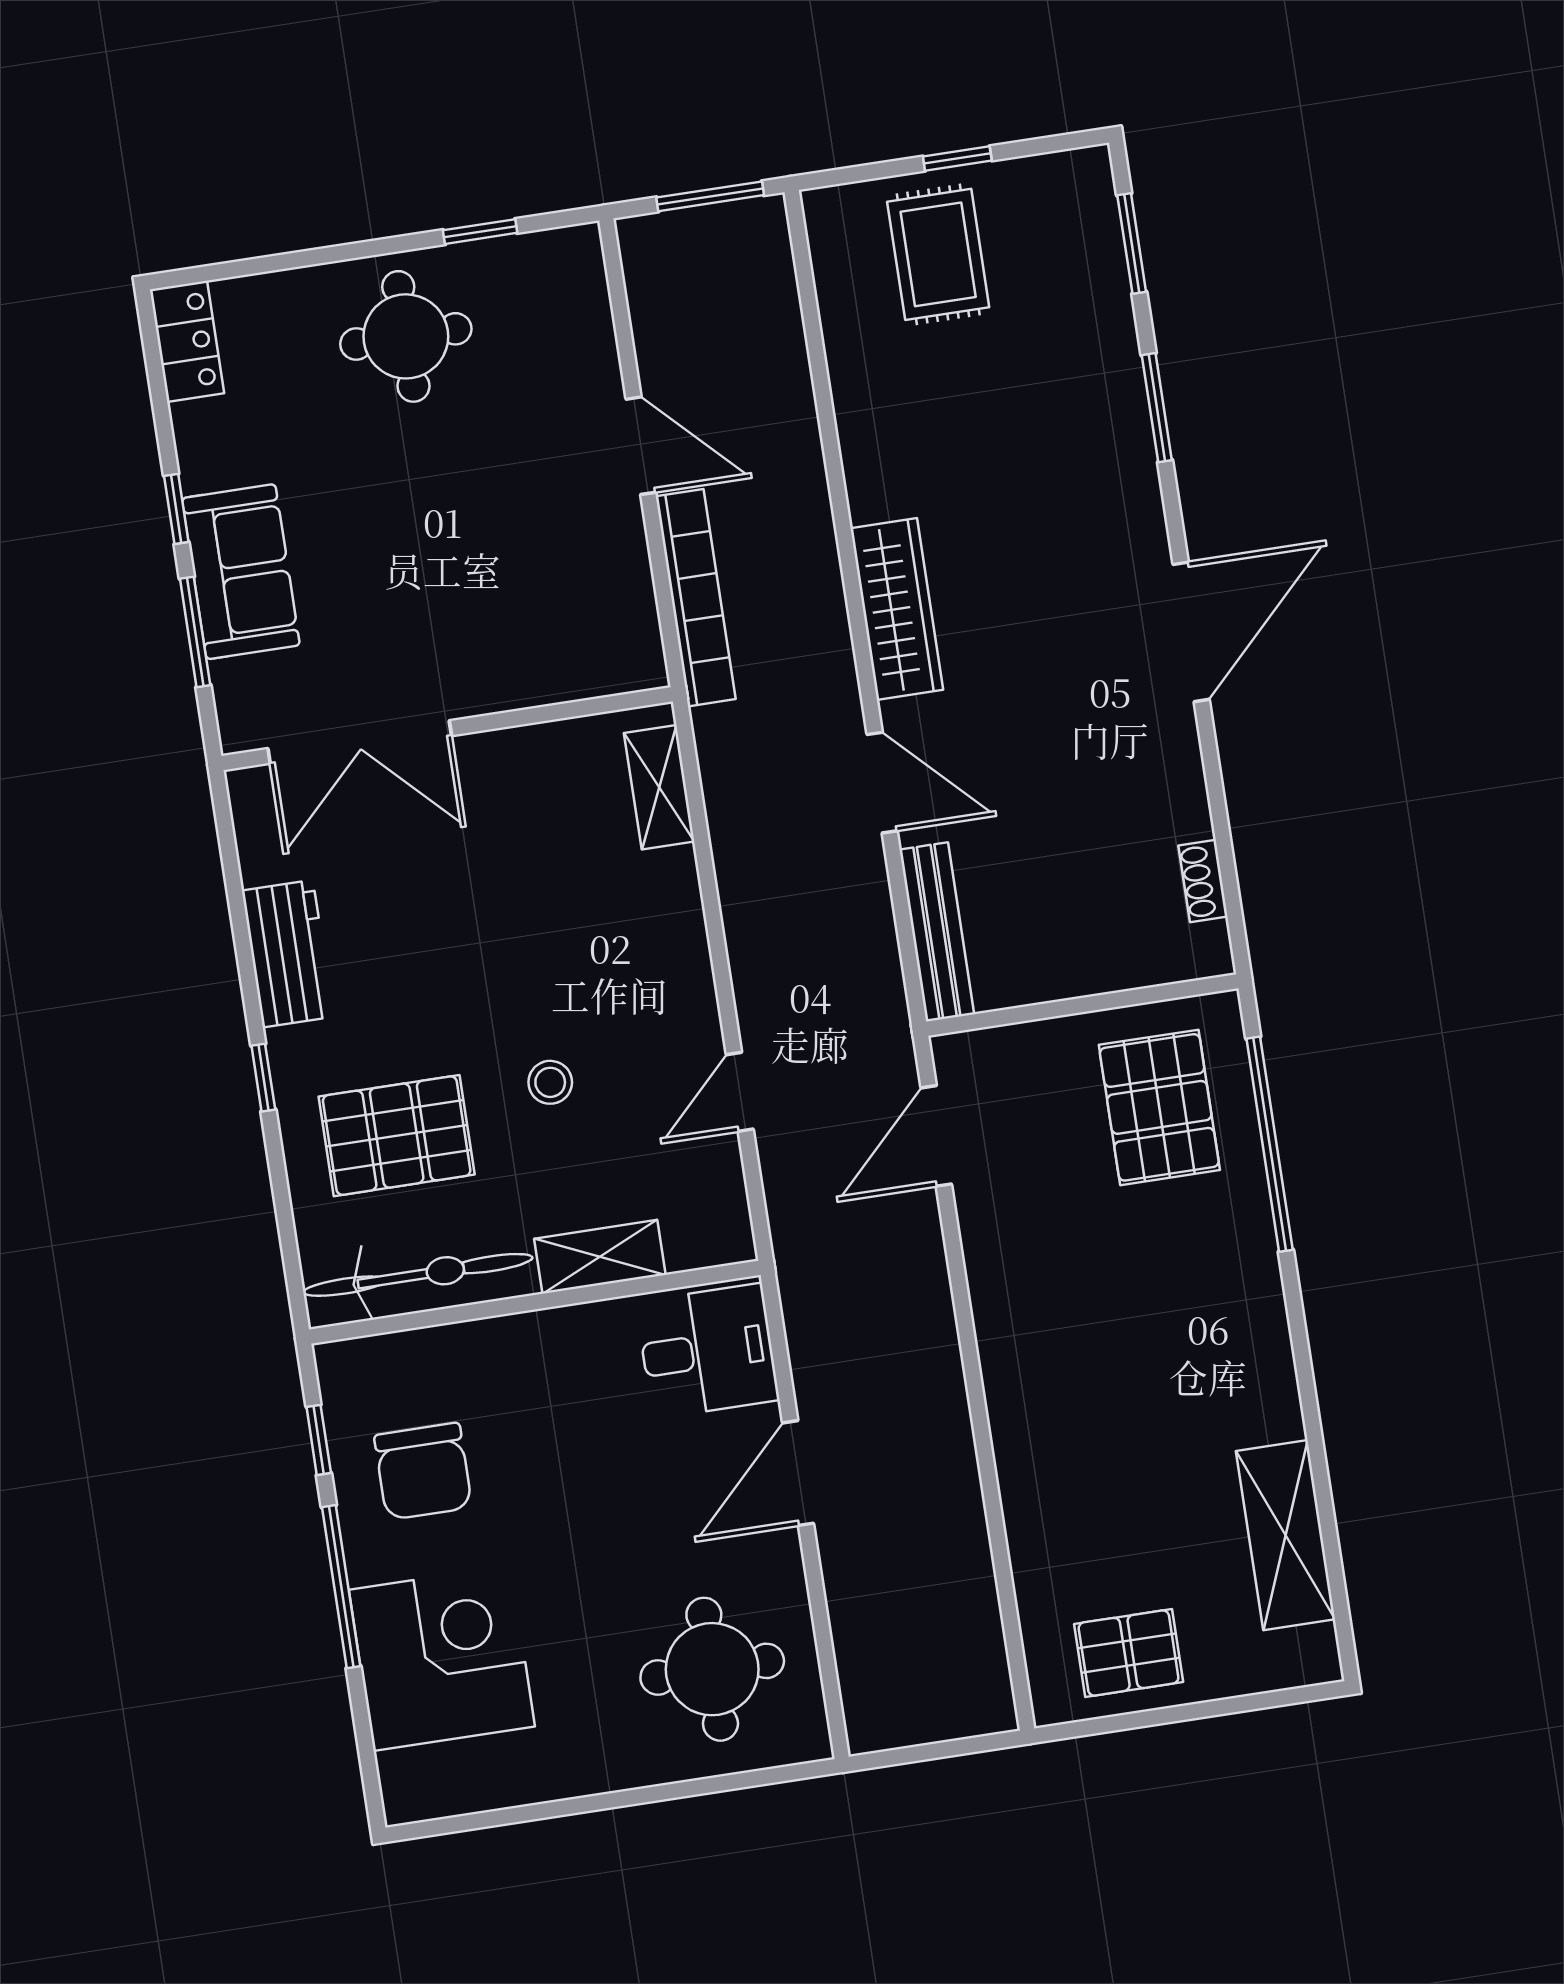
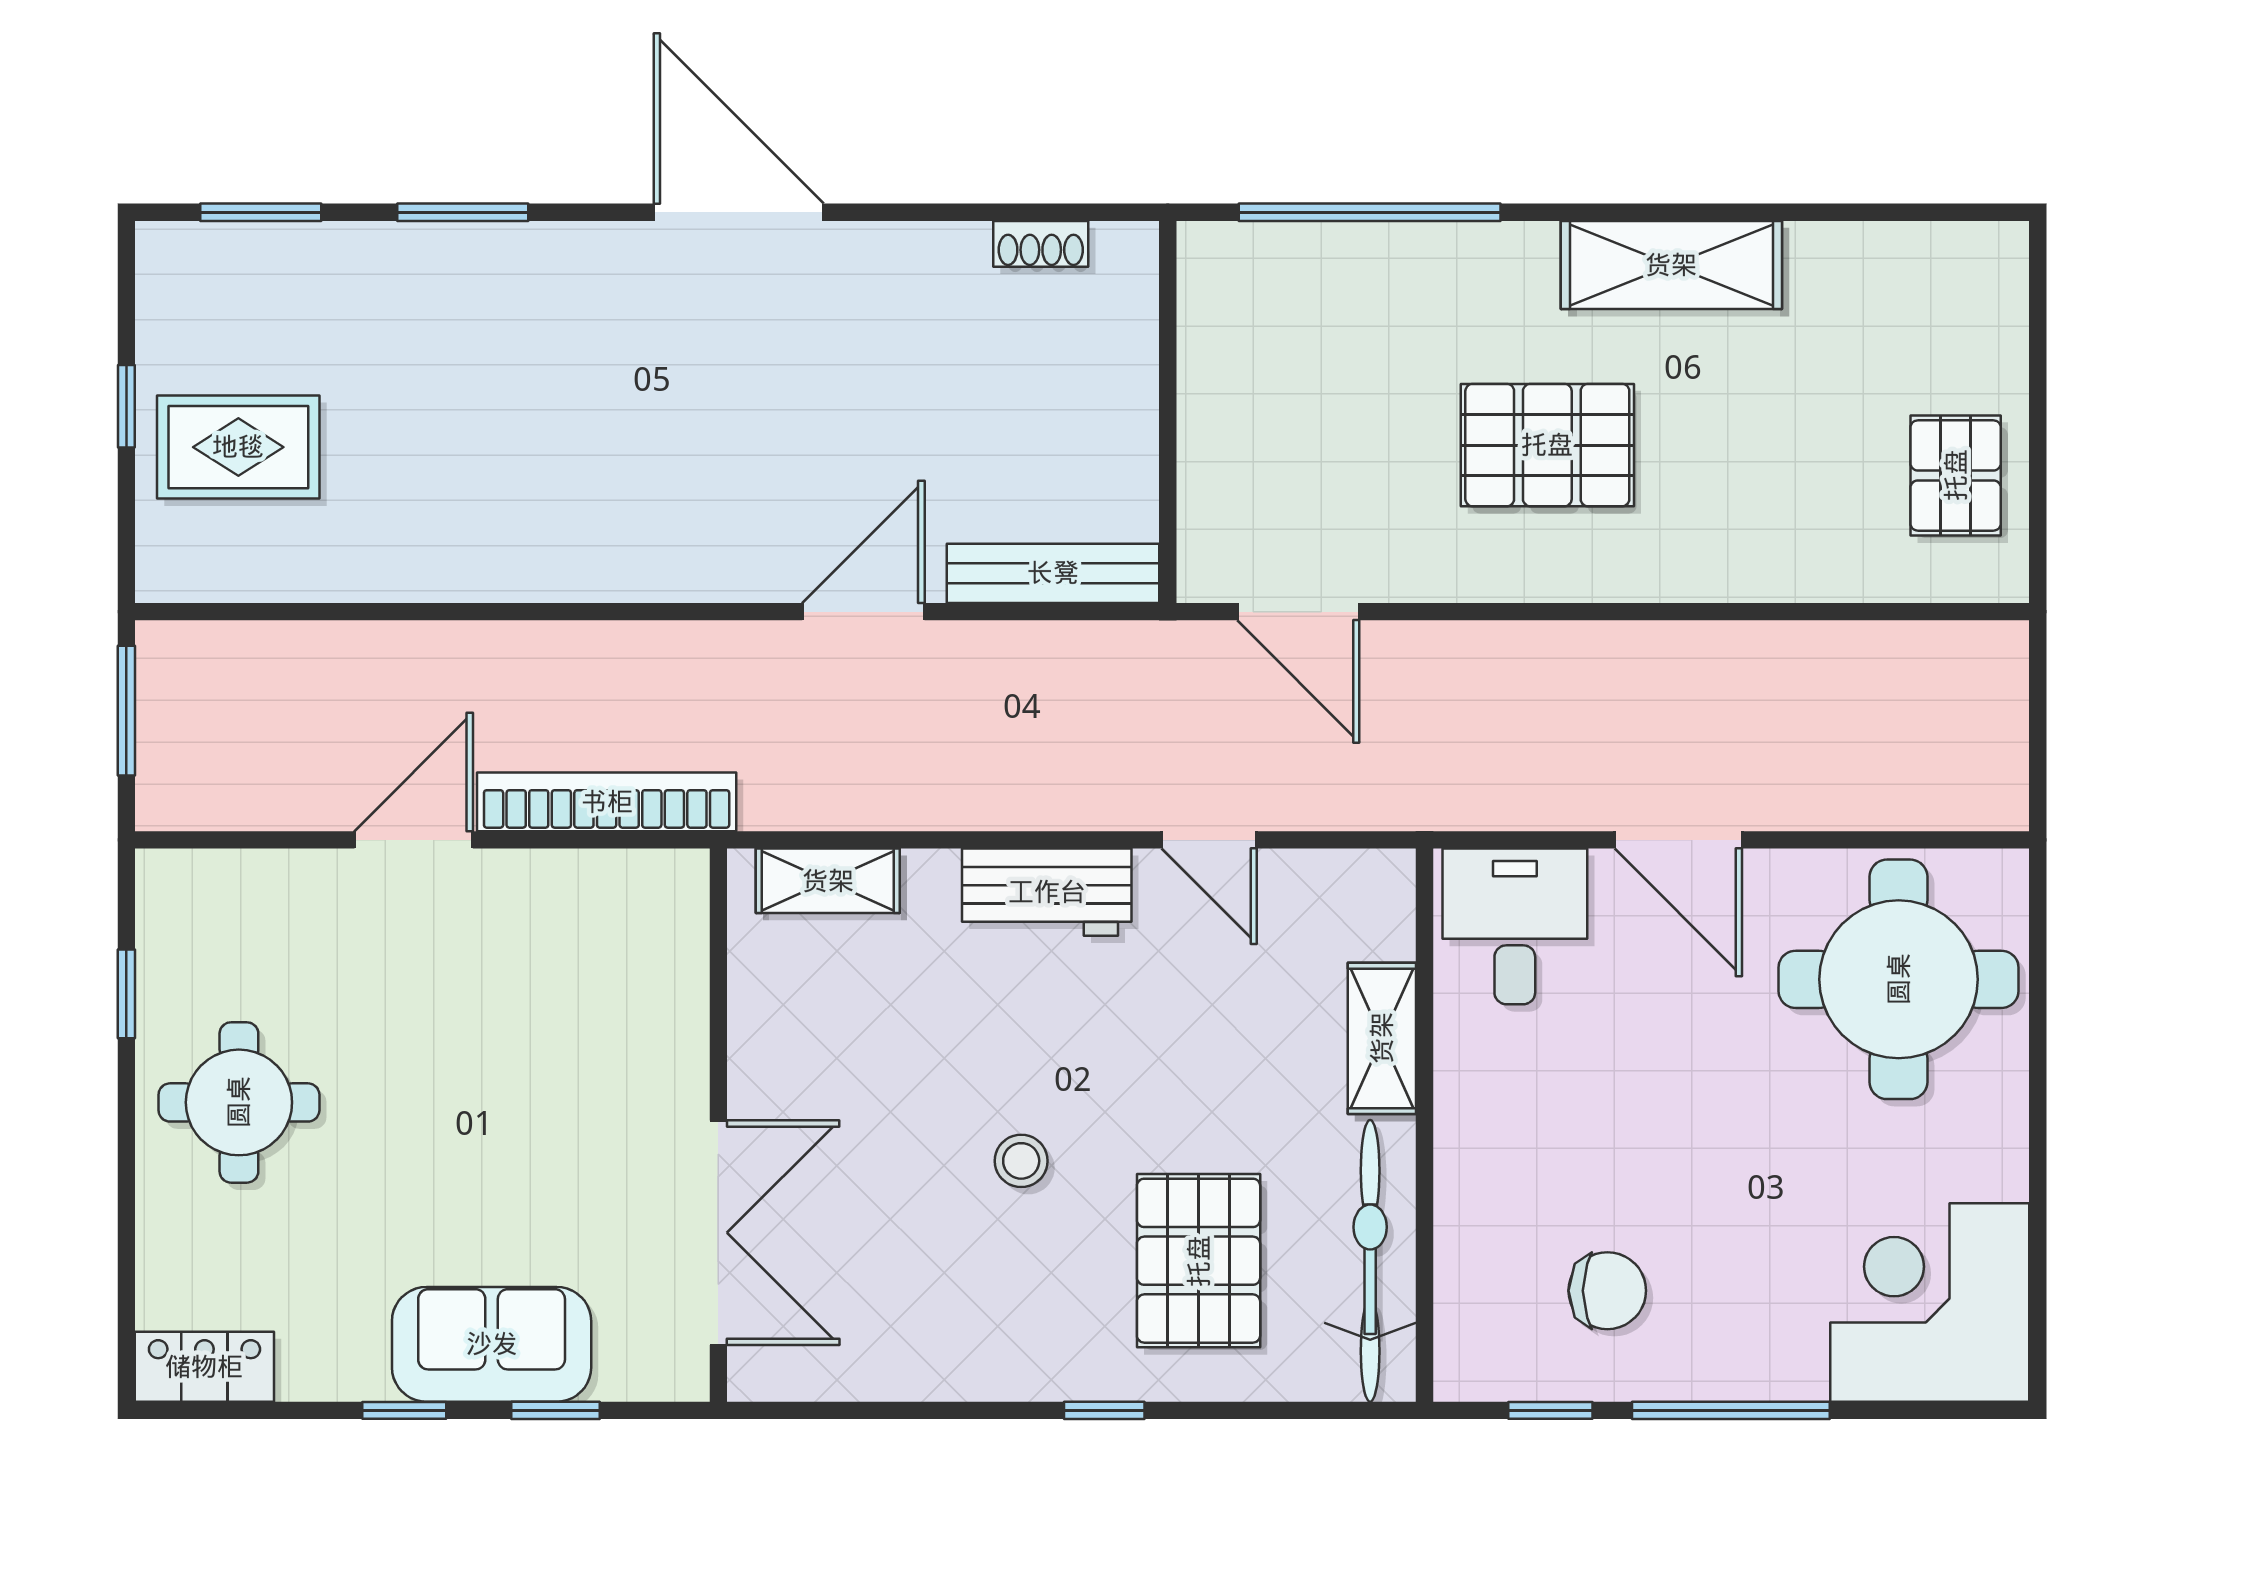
wardrobe: (897, 609) -> (657, 562), removed
window: (195, 632) -> (556, 1410), width x0.67
workbench: (288, 954) -> (1047, 892), moved, turned 180
stool: (550, 1082) -> (1021, 1161), moved
pallet: (1159, 1107) -> (1547, 445), moved
chair: (423, 1471) -> (1607, 1291), width x0.73, depth x0.73
shelving: (1286, 1535) -> (1671, 265), moved
corner desk: (442, 1658) -> (1930, 1302), moved
round table: (712, 1669) -> (1899, 979), width x1.36, depth x1.36

